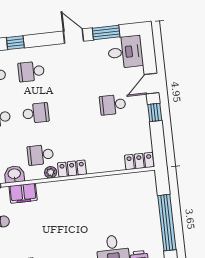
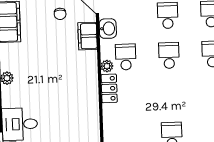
school desk: (36, 113) -> (169, 55), turned 180

